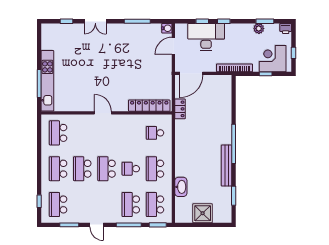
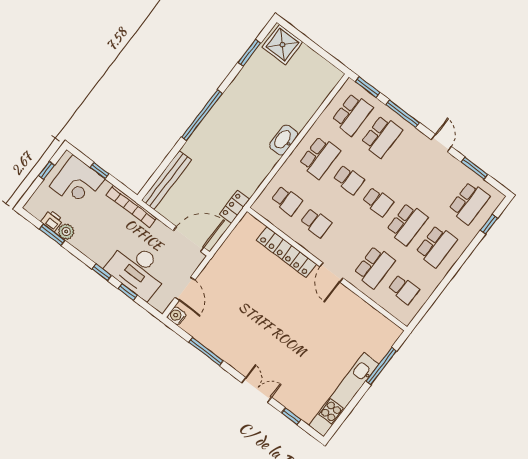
printer: (286, 29) -> (52, 221), moved
door: (173, 46) -> (185, 289), hinge flipped
kitchen unit: (47, 81) -> (344, 395), moved
locker: (149, 106) -> (286, 252), moved
school desk: (58, 133) -> (404, 289), width x0.54
school desk: (82, 133) -> (374, 267), added
school desk: (131, 133) -> (316, 223), added
bench: (227, 166) -> (166, 180), moved
school desk: (107, 169) -> (378, 202), width x0.54
washbasin: (181, 187) -> (284, 140), moved
shower: (203, 213) -> (282, 45), moved

